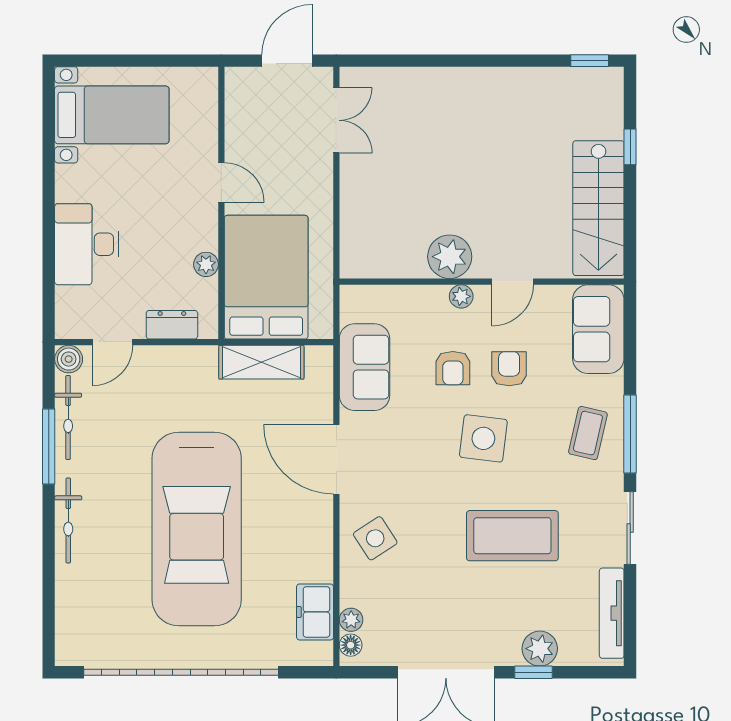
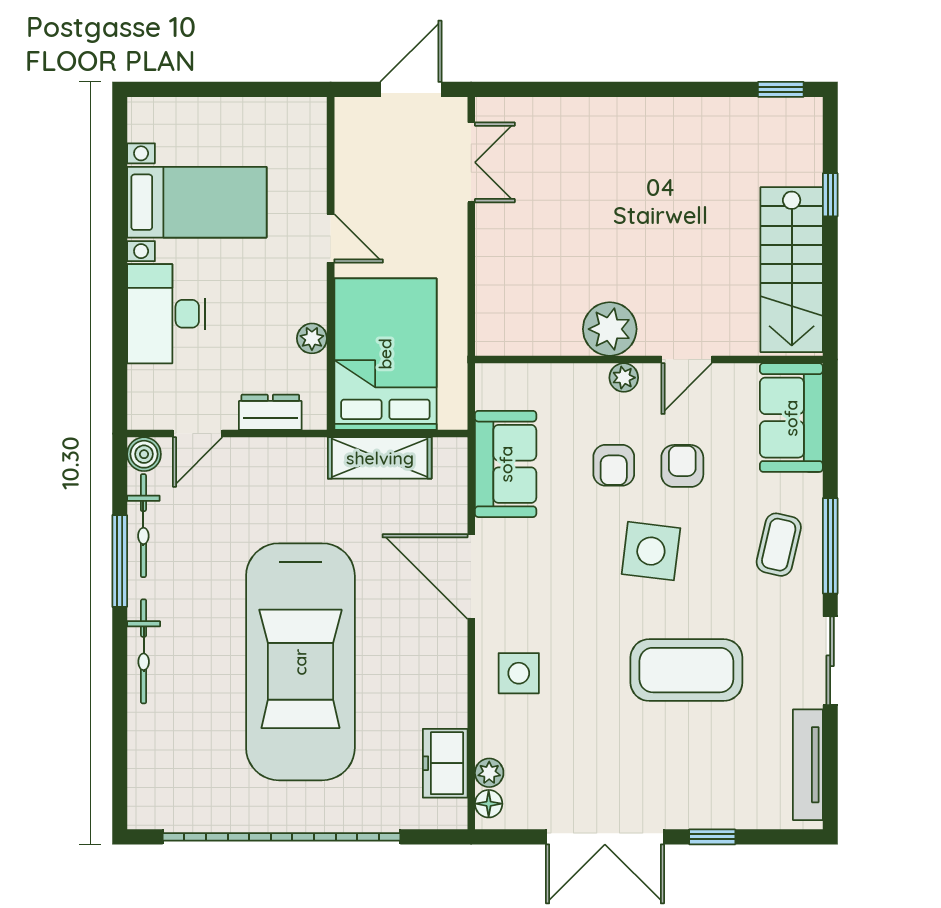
bed with nightstands: (112, 115) -> (197, 202), moved
side table: (375, 538) -> (519, 673), turned 33
plant: (540, 649) -> (720, 808), removed

